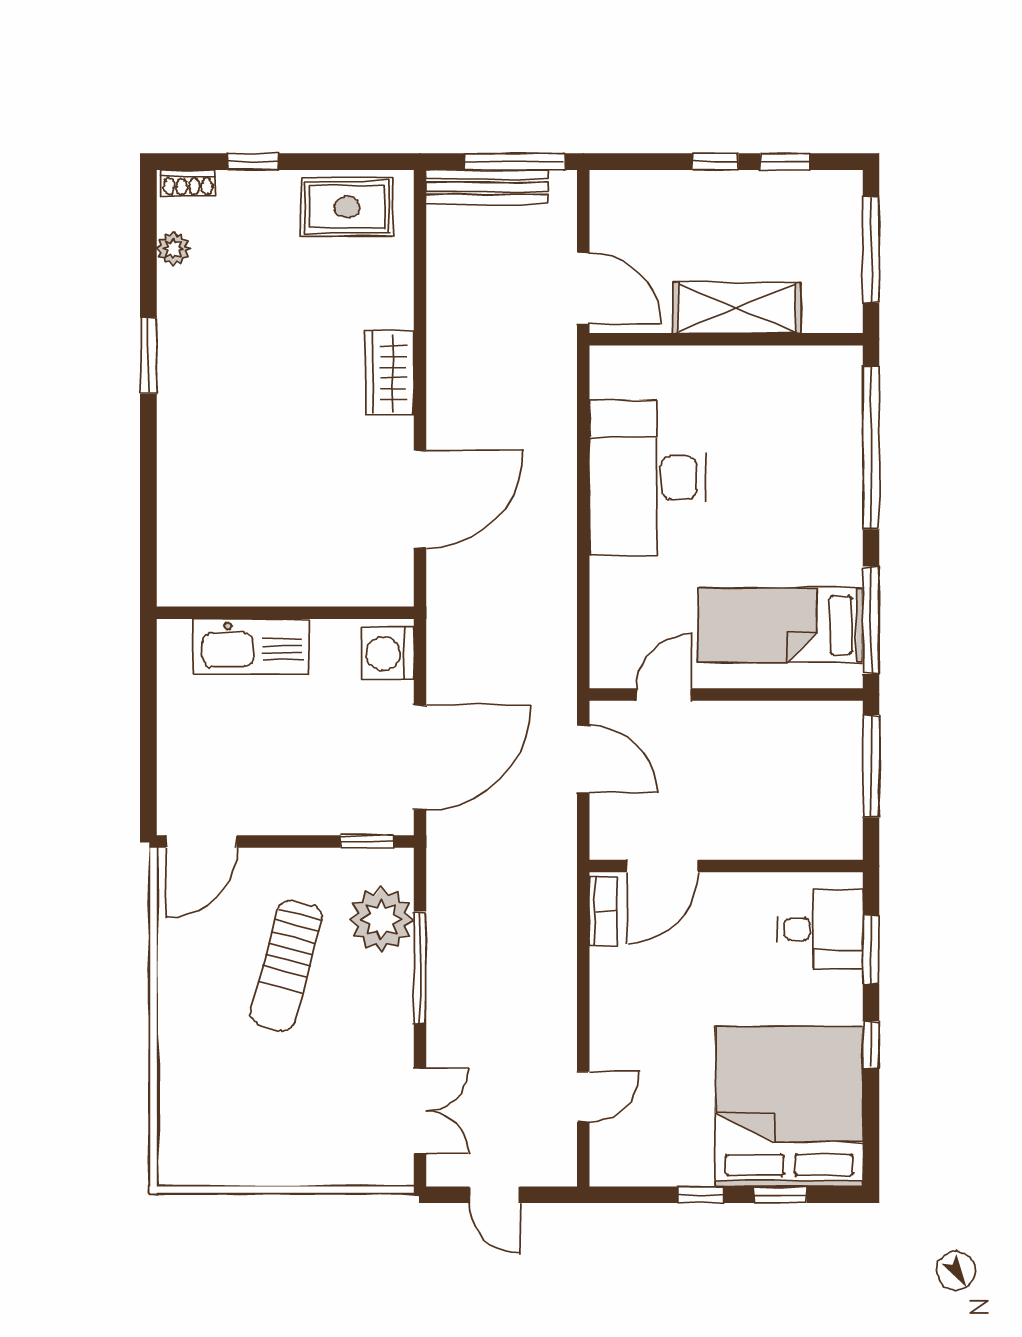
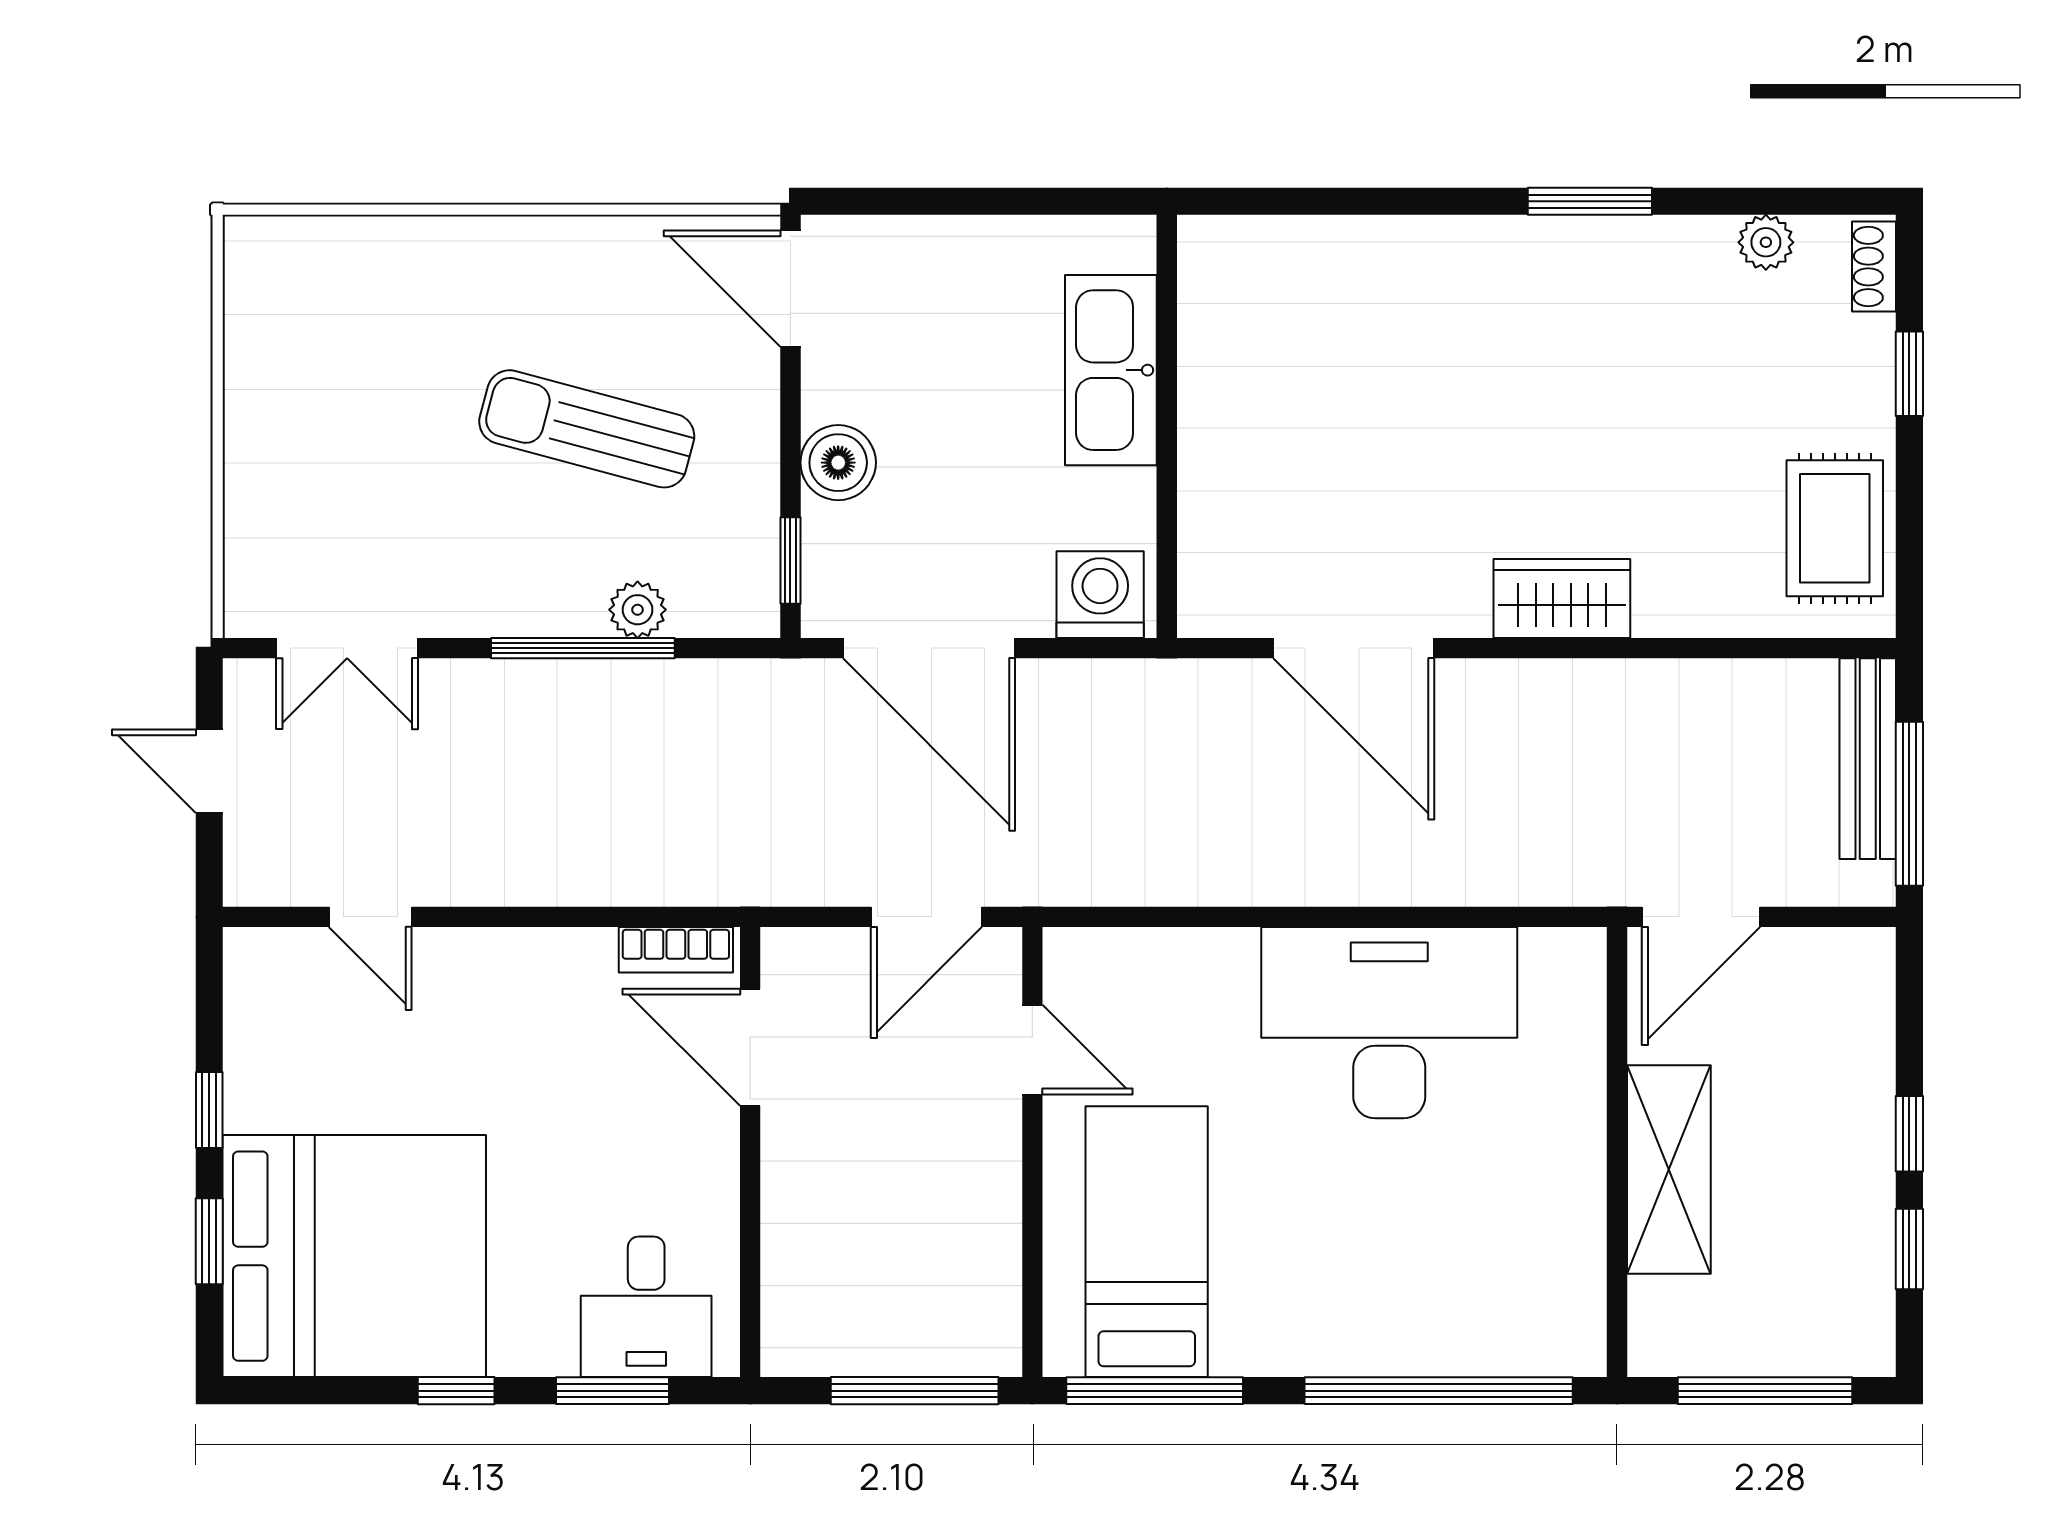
boiler: (307, 813) -> (838, 463), added
plant: (382, 919) -> (638, 610), width x0.53, depth x0.53
door: (495, 1195) -> (209, 771), hinge flipped

